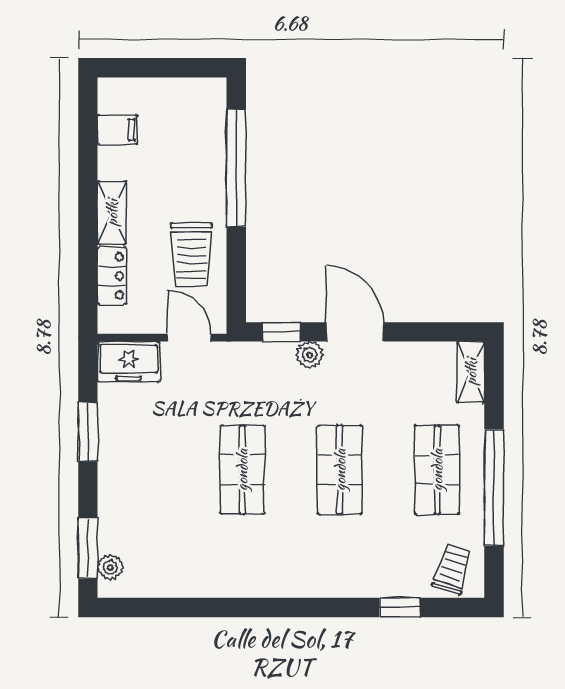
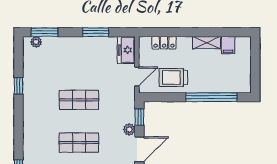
shelving: (112, 213) -> (206, 43), moved
window: (210, 608) -> (18, 86), added

